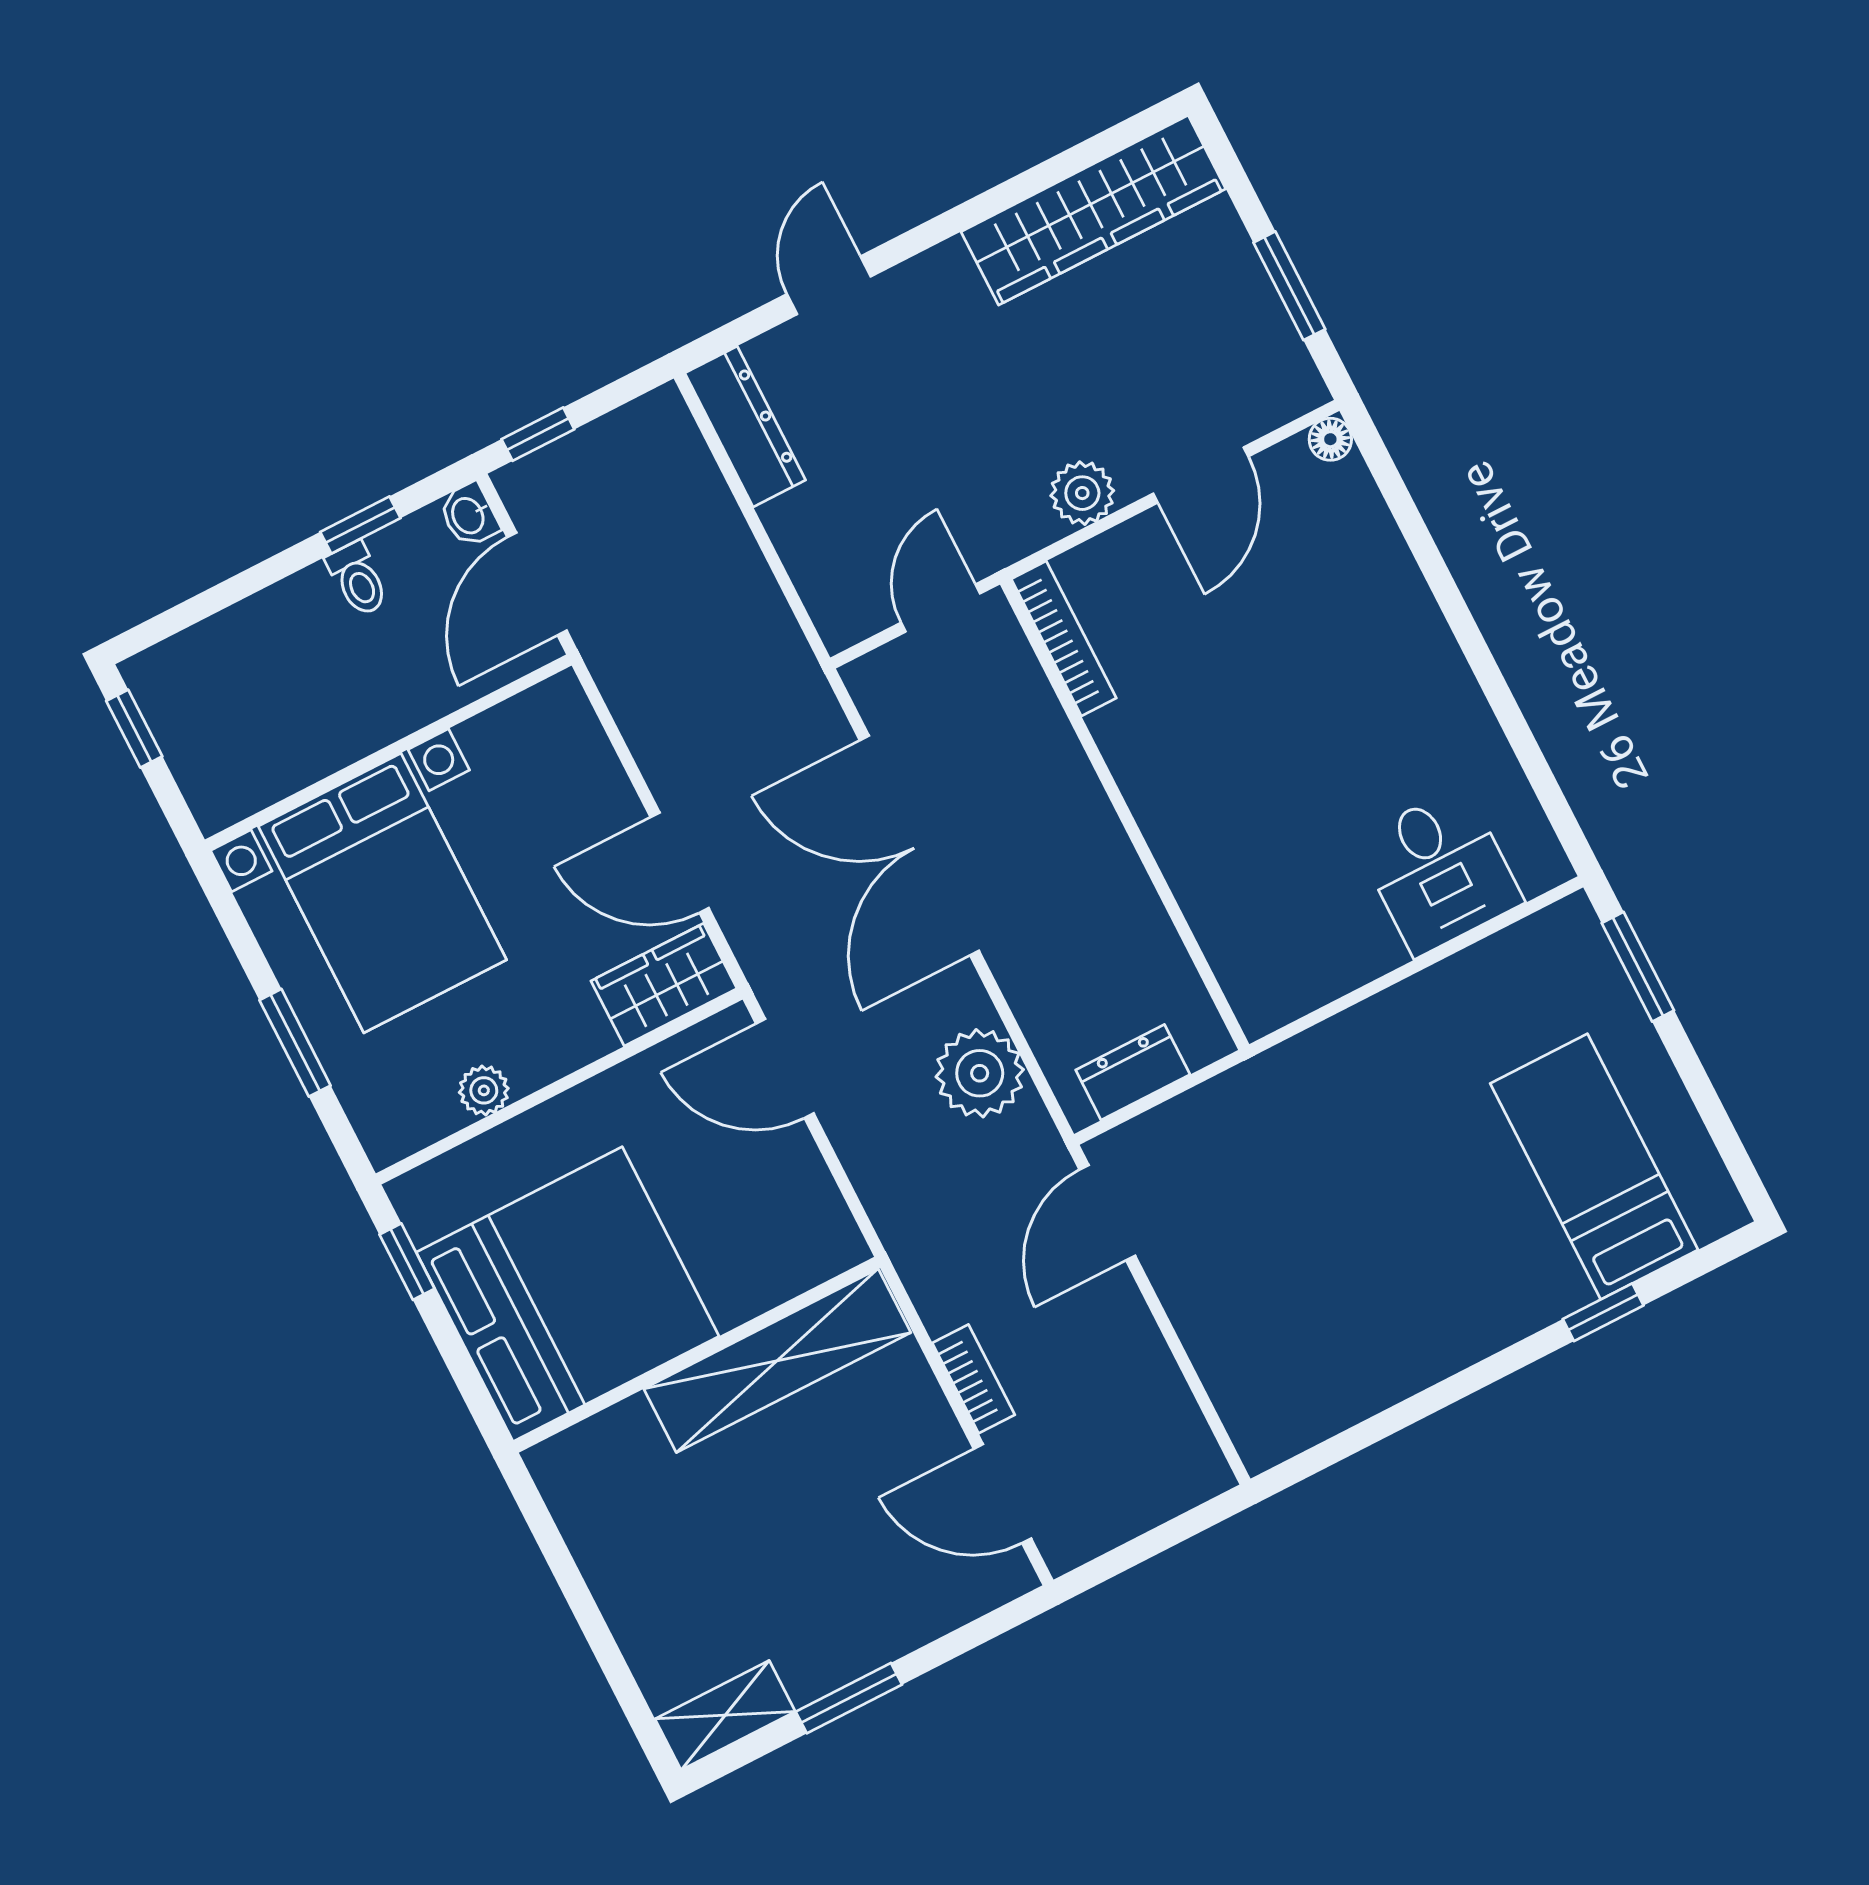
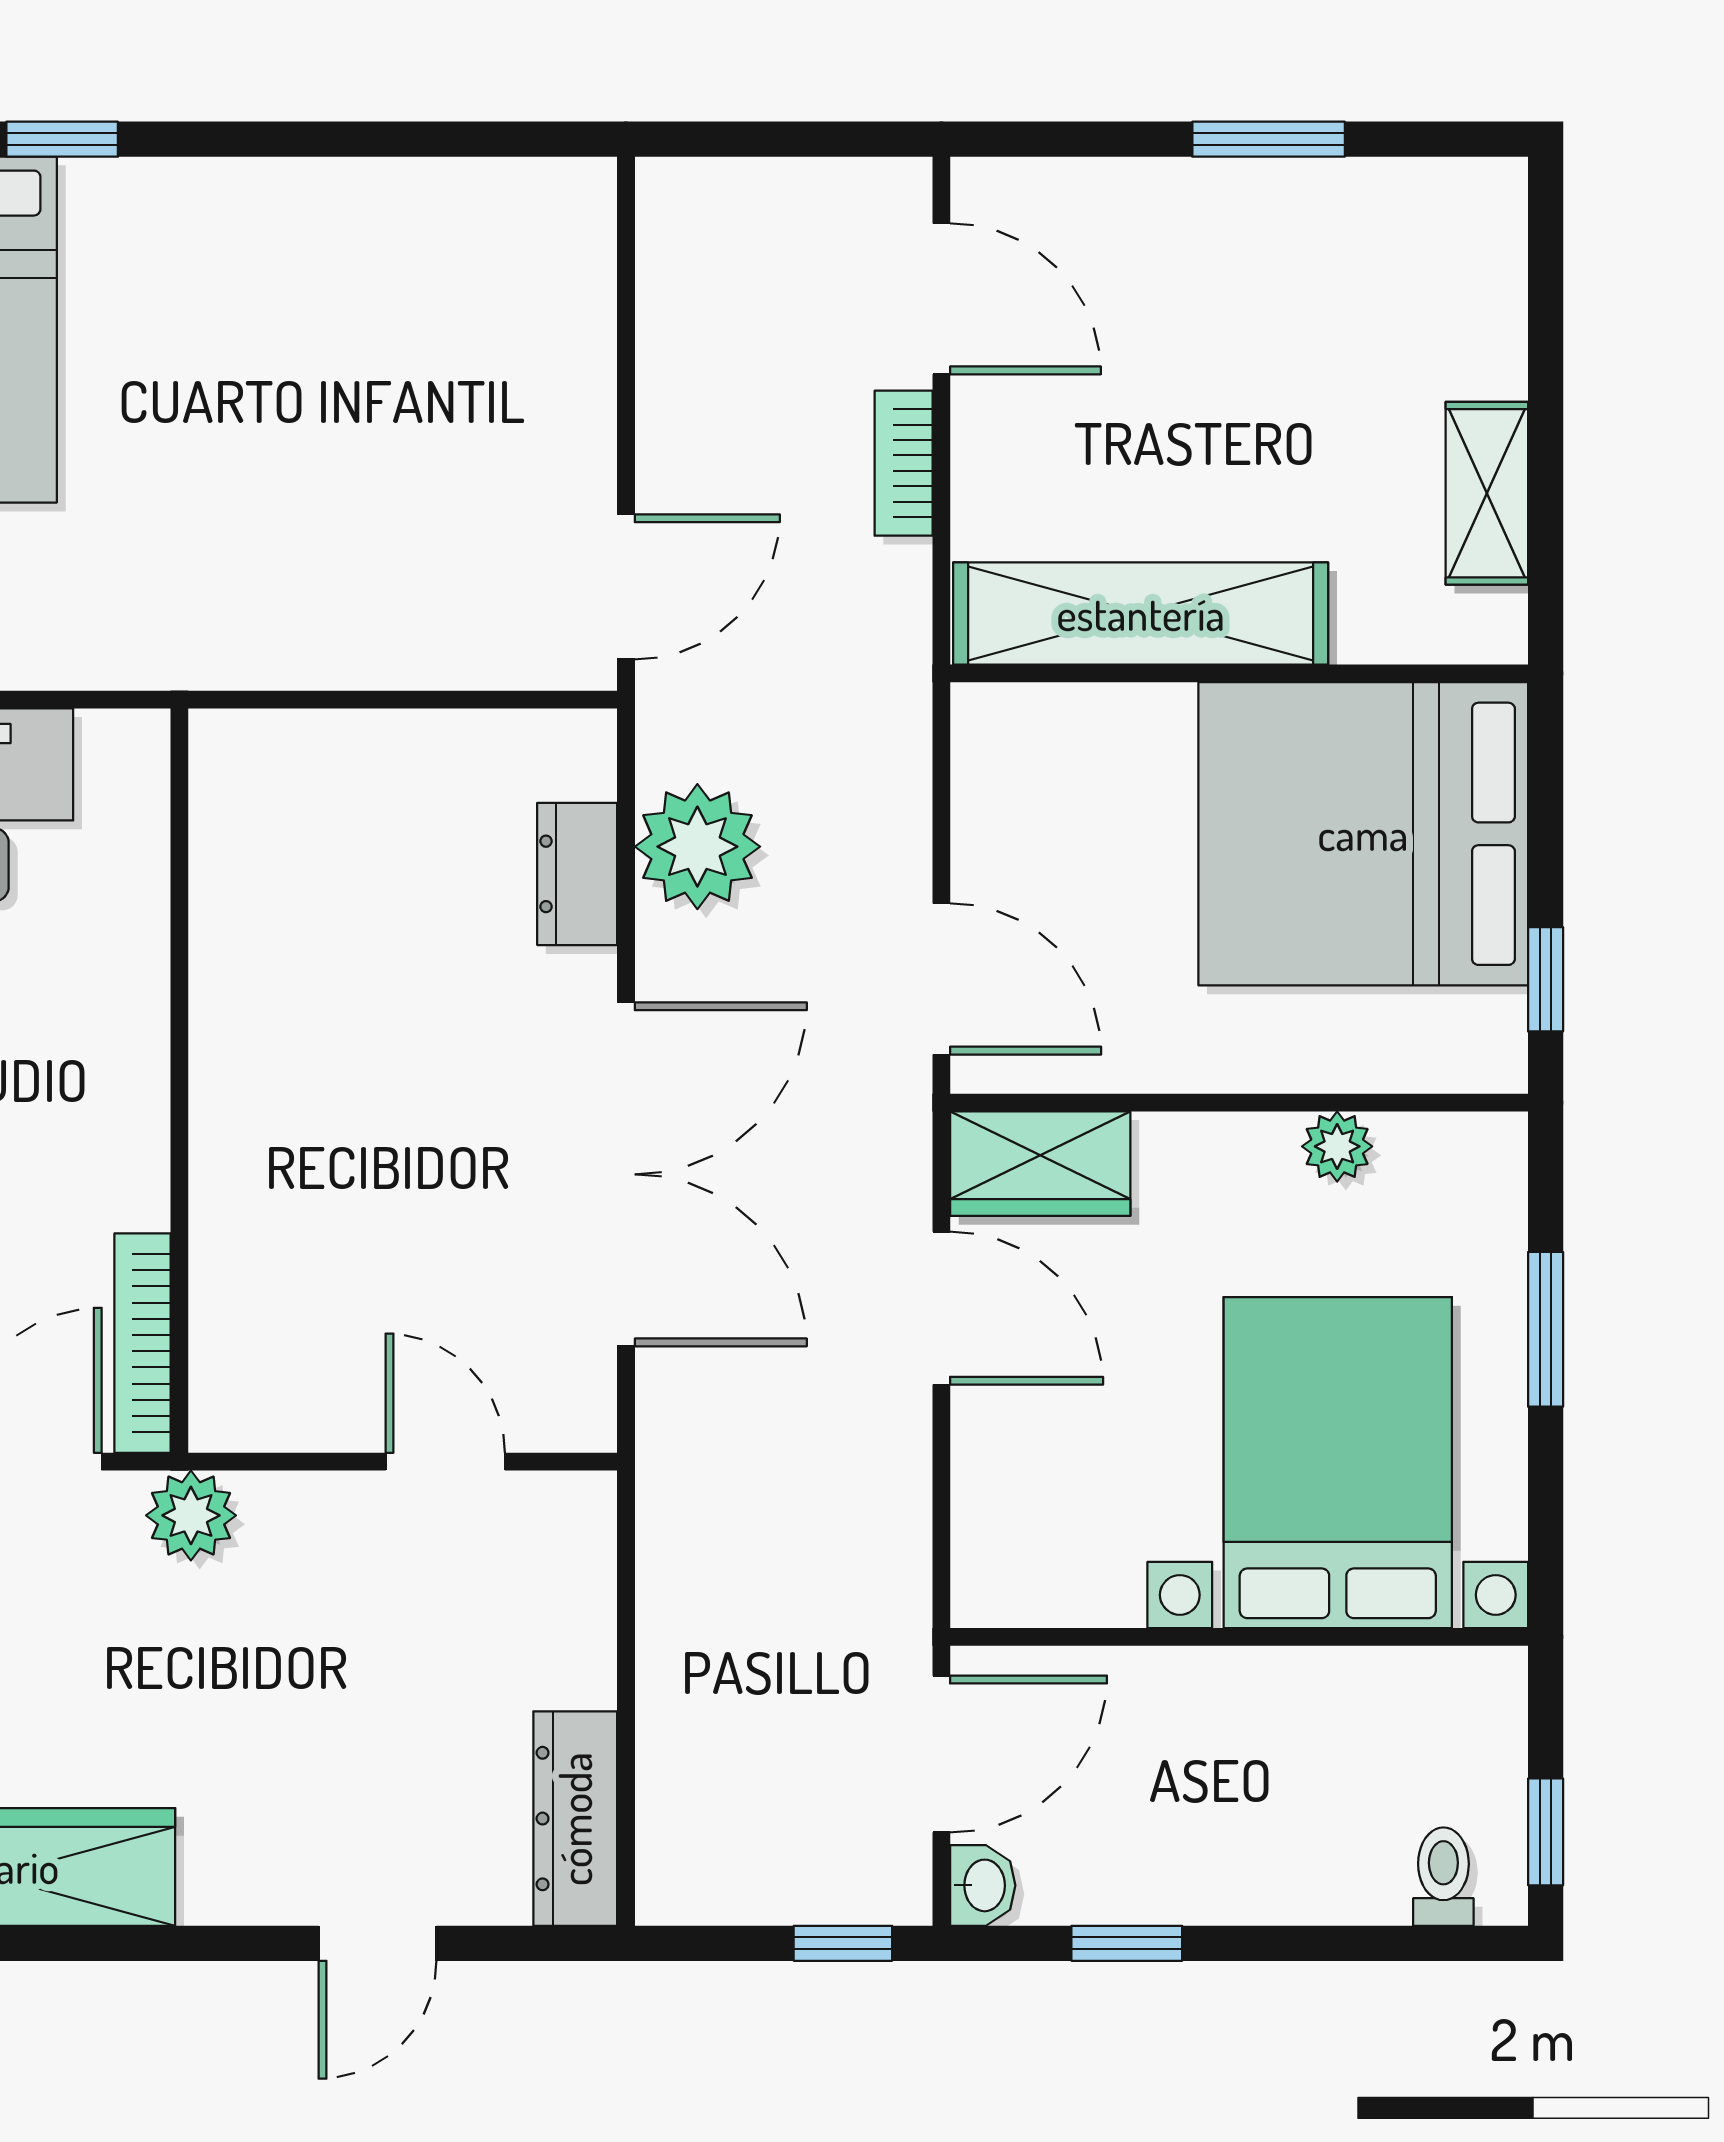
toilet: (358, 579) -> (1443, 1877), moved
door: (941, 608) -> (445, 1462), swing flipped
bookcase: (1064, 639) -> (142, 1343), moved
wall: (1125, 814) -> (179, 1081), moved
dresser: (1133, 1072) -> (577, 874), moved, turned 90
shelving: (725, 1715) -> (1487, 493), moved, turned 90

